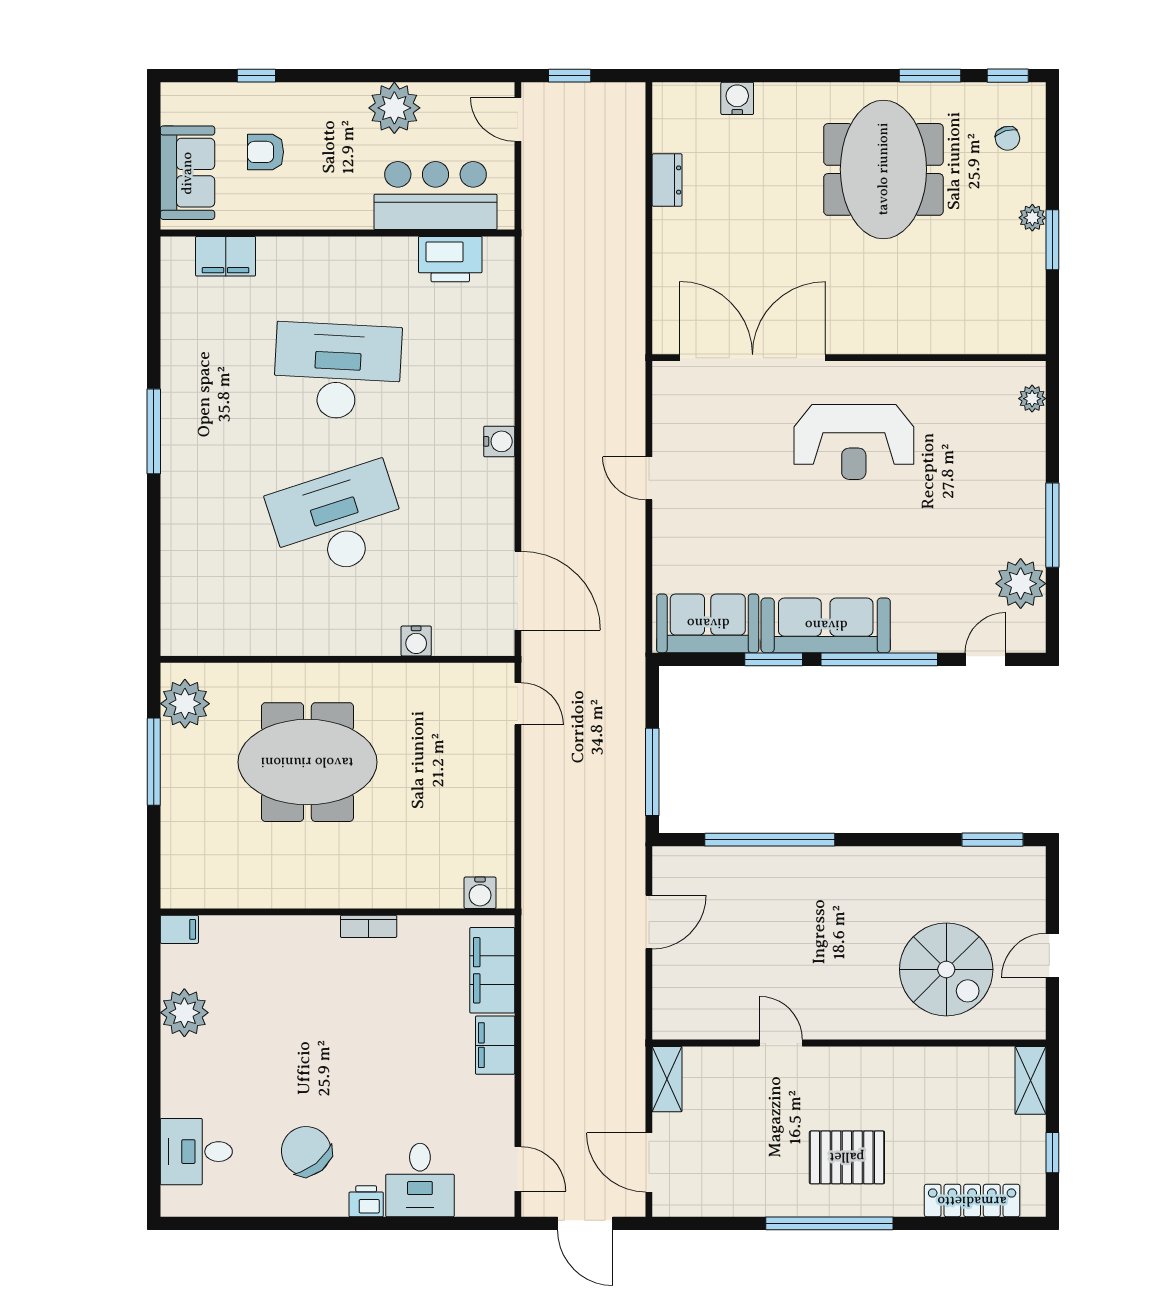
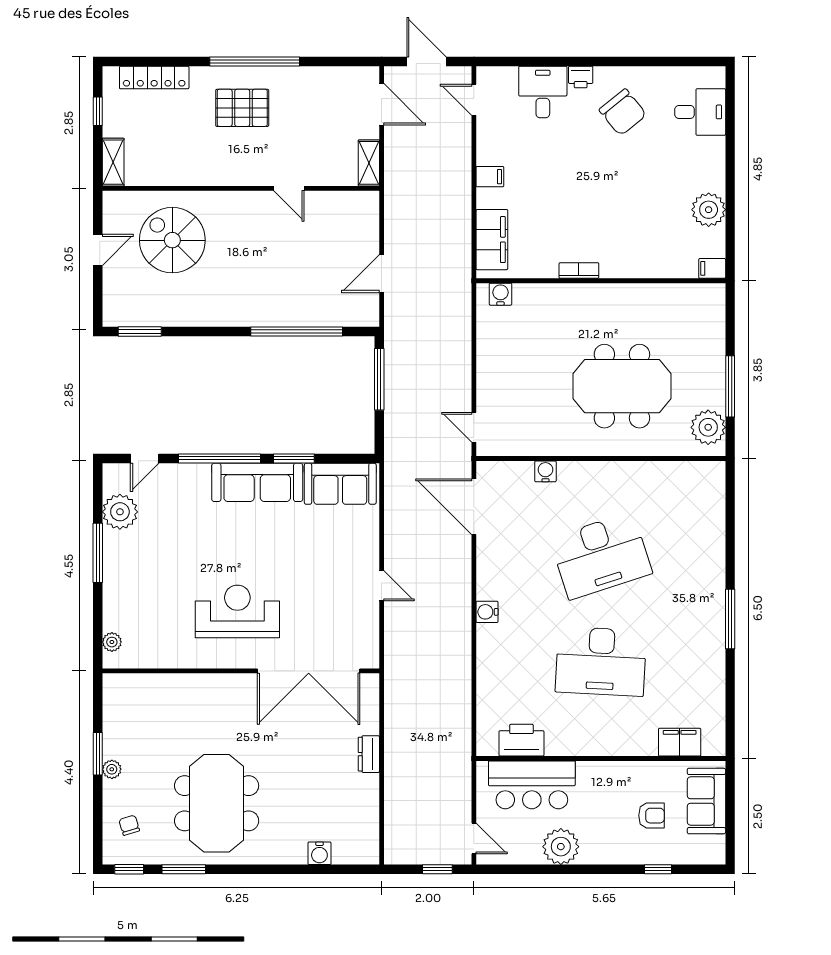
dresser: (667, 180) -> (369, 754), moved
filing cabinet: (495, 1045) -> (490, 177), width x0.50

